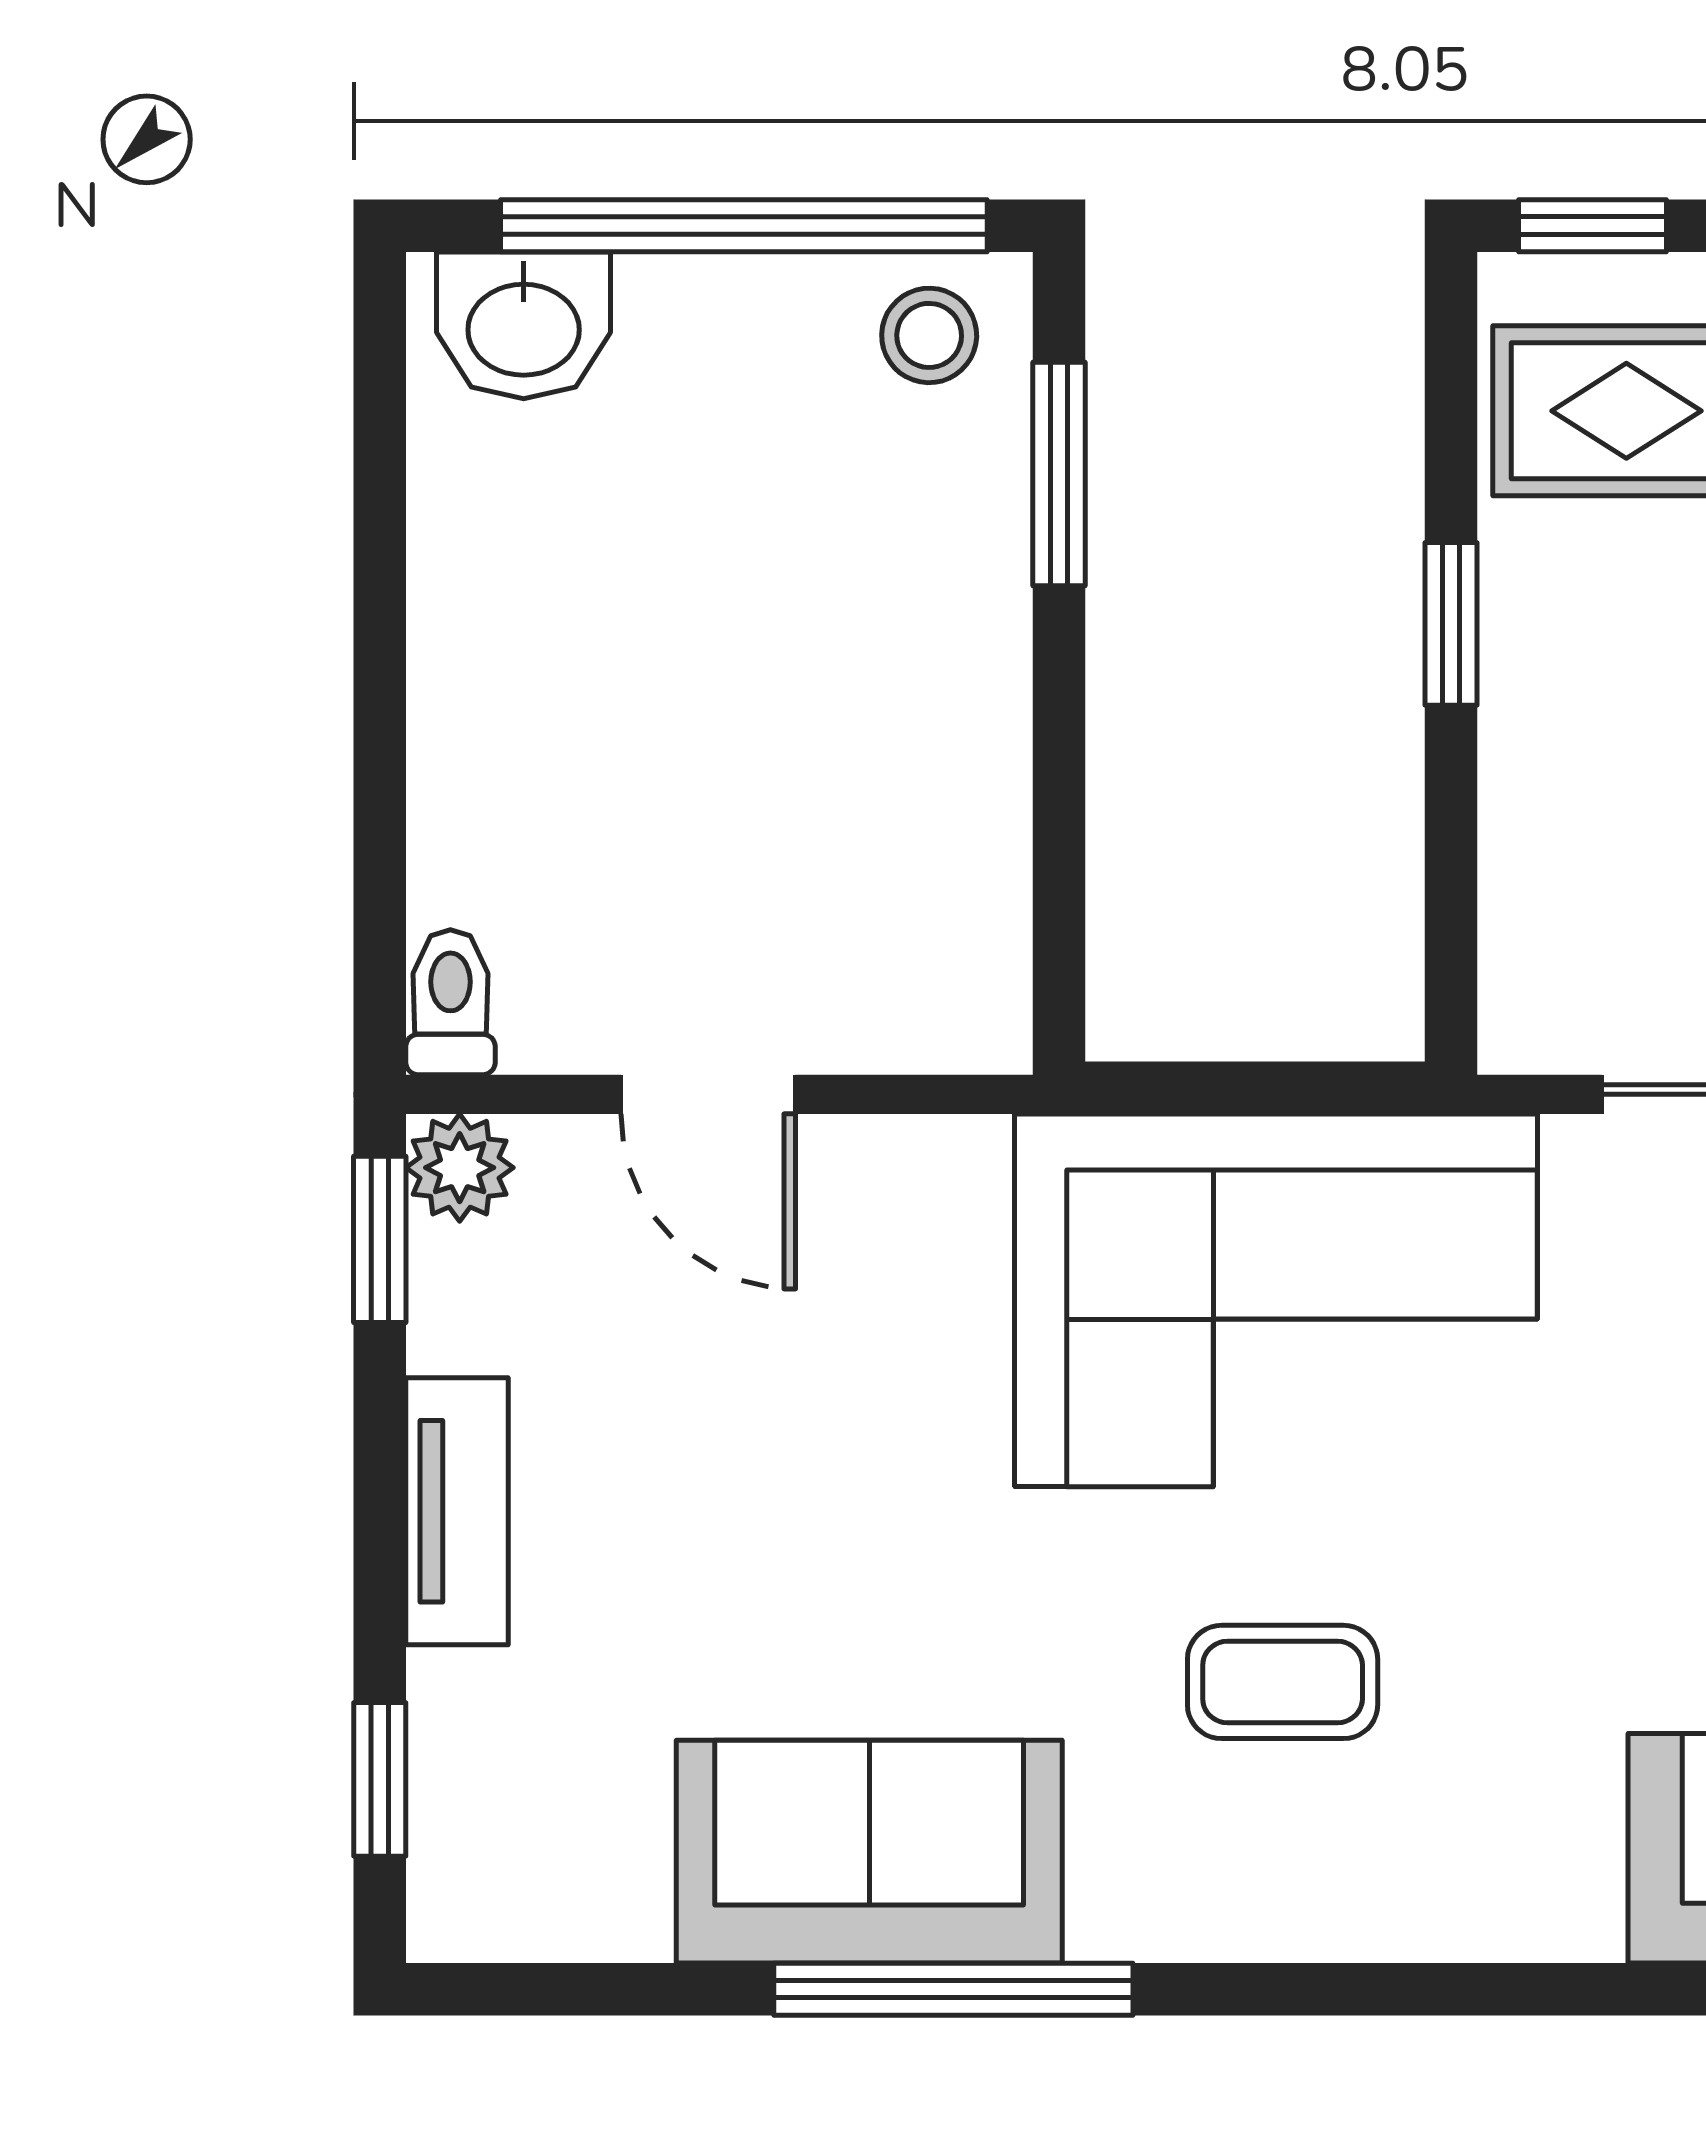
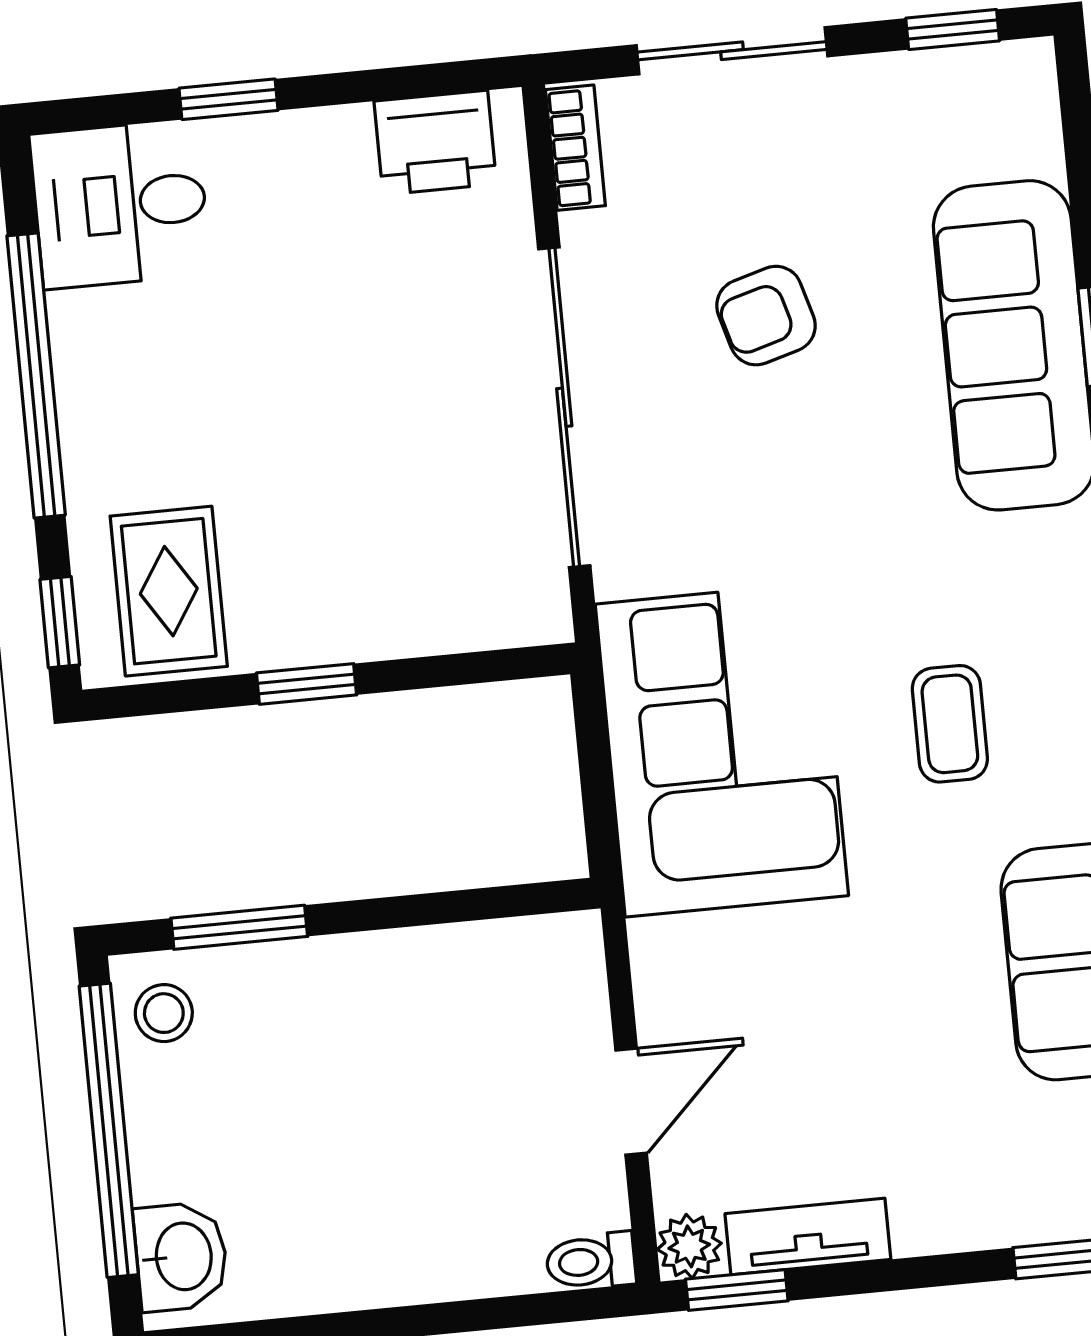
tv unit: (457, 1511) -> (808, 1236), moved

